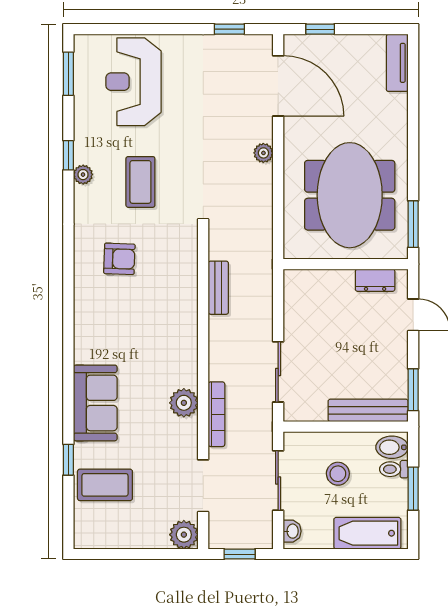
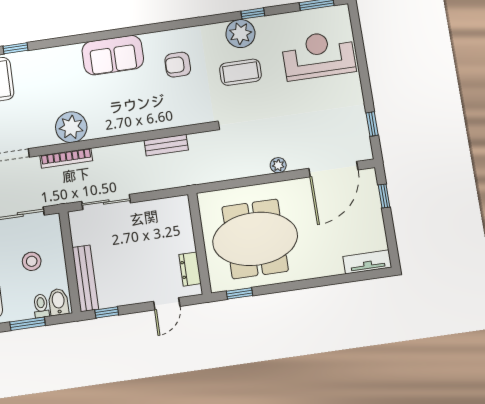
plant: (83, 175) -> (240, 34), width x1.87, depth x1.87
window: (413, 224) -> (240, 293), width x0.67
armchair: (119, 259) -> (178, 65), turned 88
window: (413, 390) -> (107, 312), width x0.67
sofa: (95, 403) -> (113, 55), moved
plant: (184, 403) -> (71, 127), width x1.36, depth x1.36

